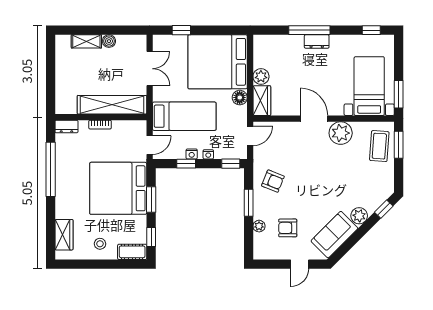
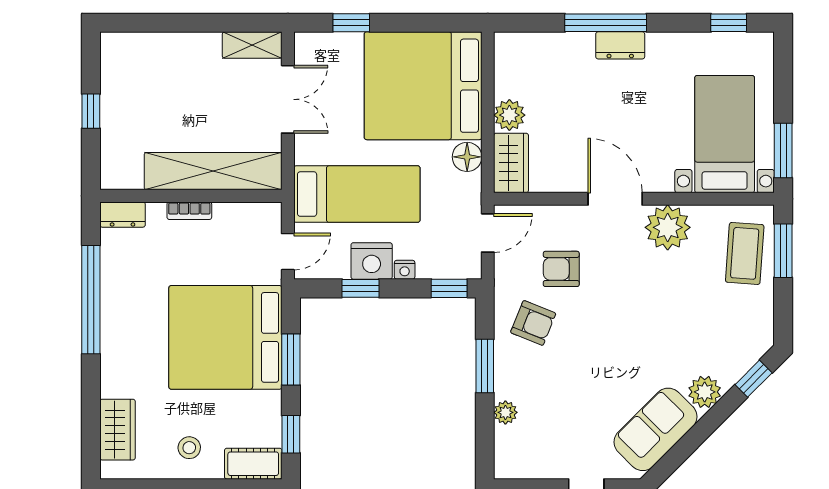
shelving: (86, 41) -> (252, 45), moved
boiler: (109, 41) -> (207, 45), removed
window: (51, 75) -> (91, 111), added
nightstand: (192, 154) -> (372, 261), width x1.89, depth x1.79
armchair: (288, 228) -> (561, 269), moved

